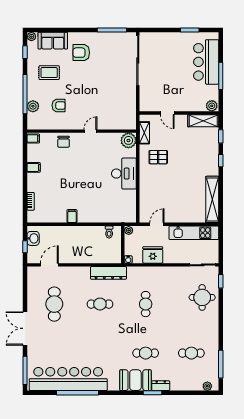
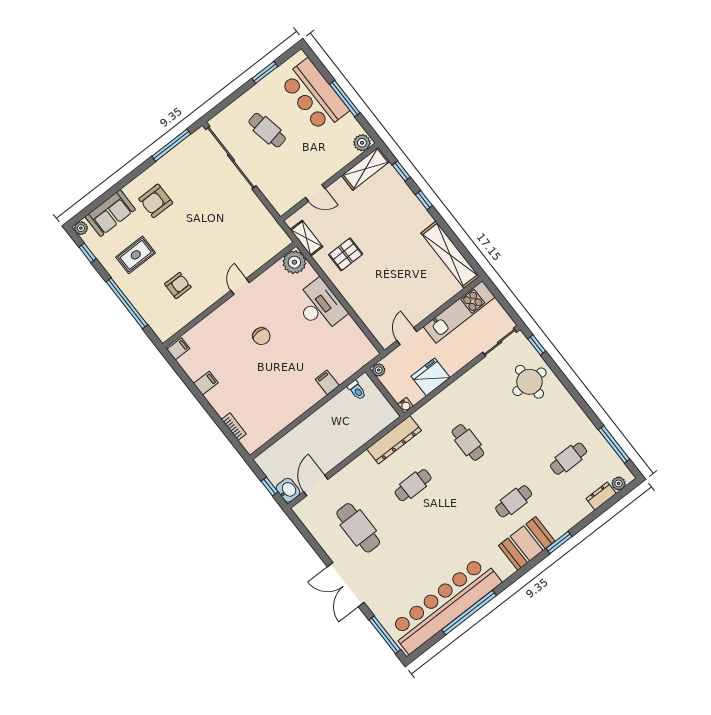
cafe table: (168, 61) -> (267, 130), added
plant: (33, 106) -> (148, 310), removed
chair: (64, 142) -> (261, 336), moved
filing cabinet: (72, 216) -> (327, 382), moved
washbasin: (33, 238) -> (288, 490), moved
dresser: (161, 386) -> (601, 496), moved

